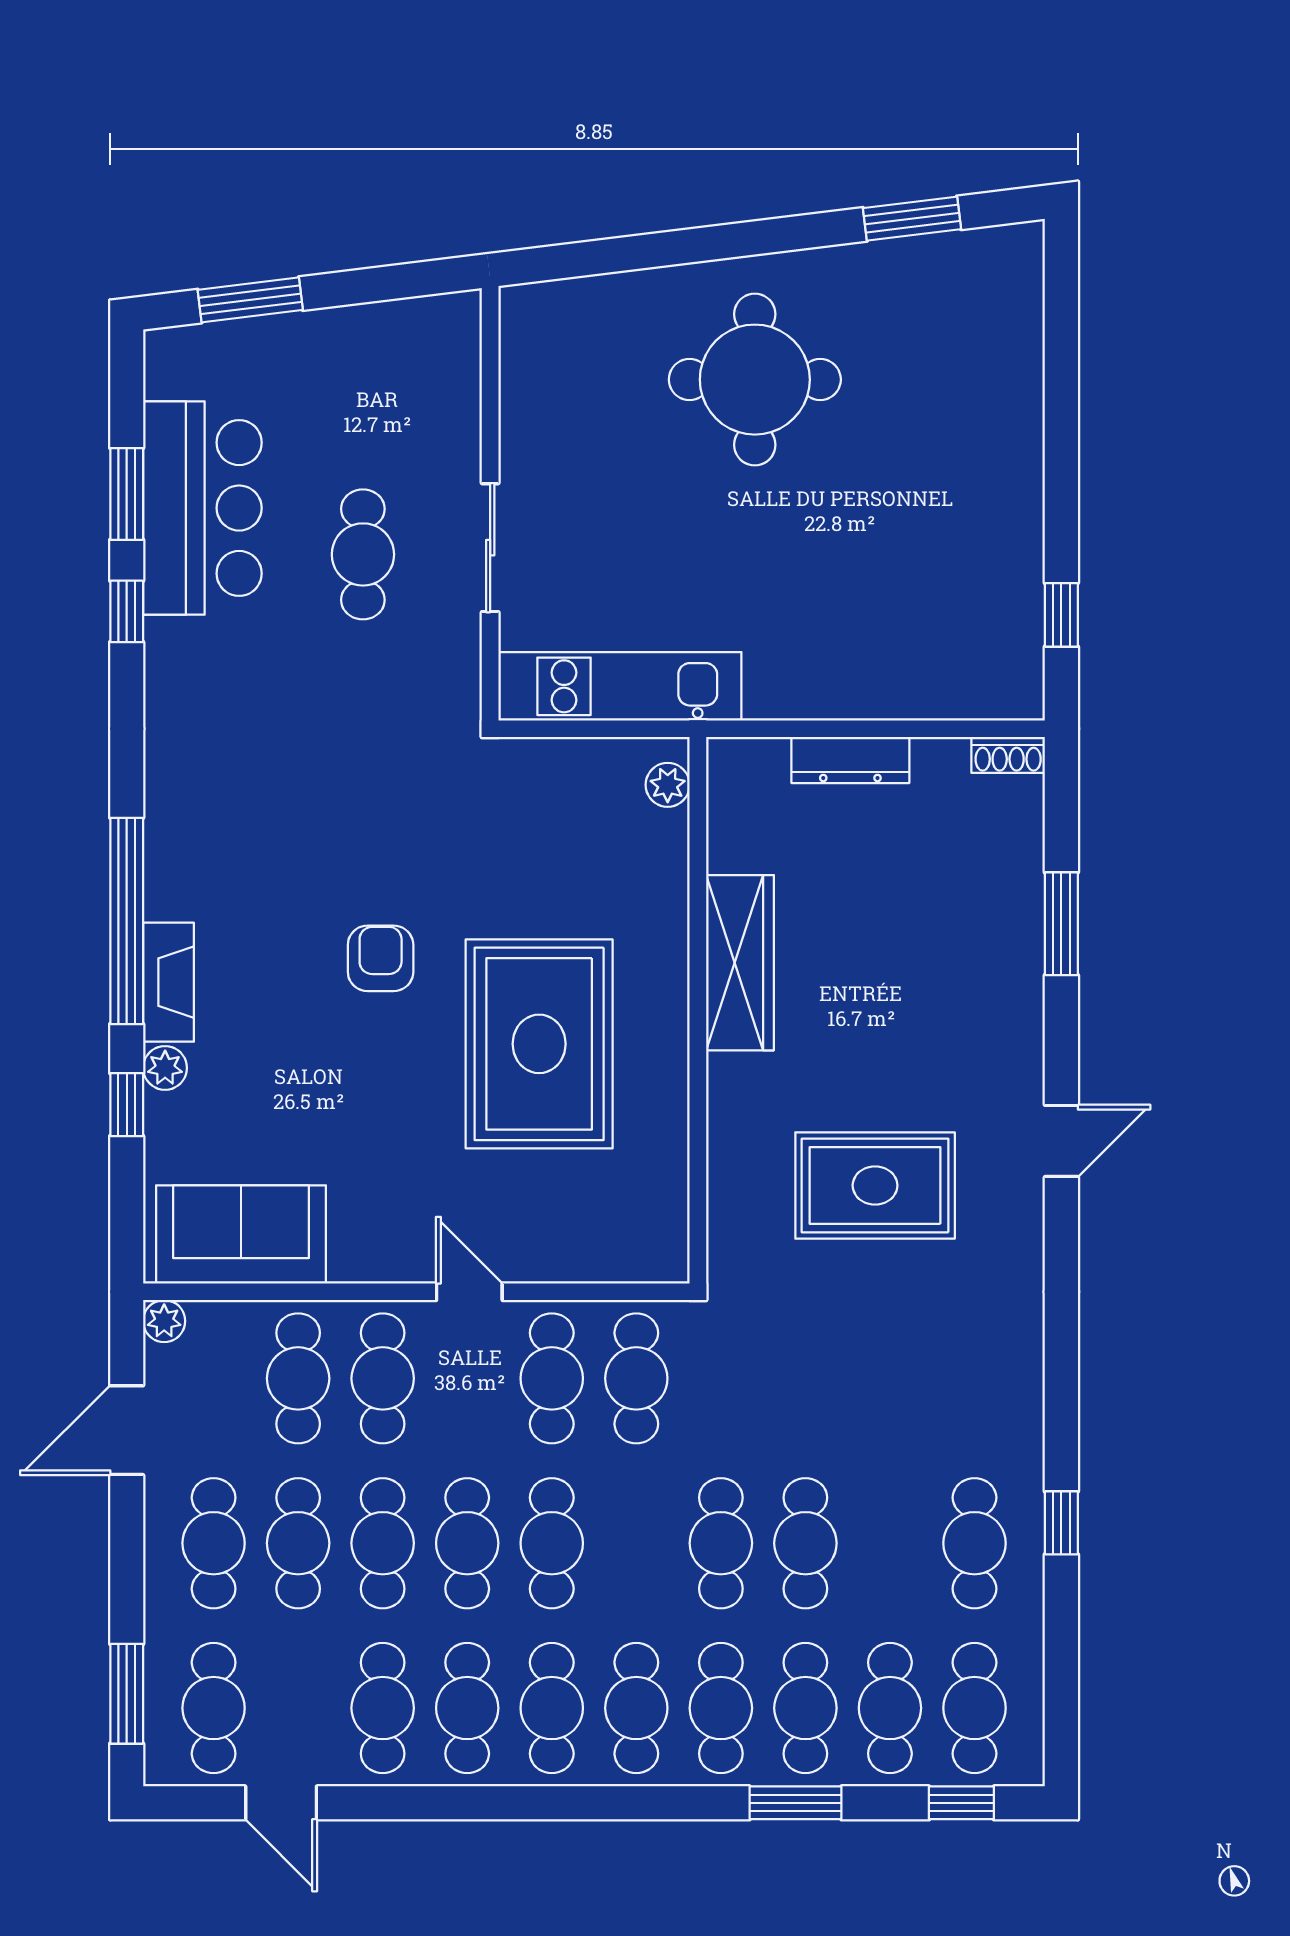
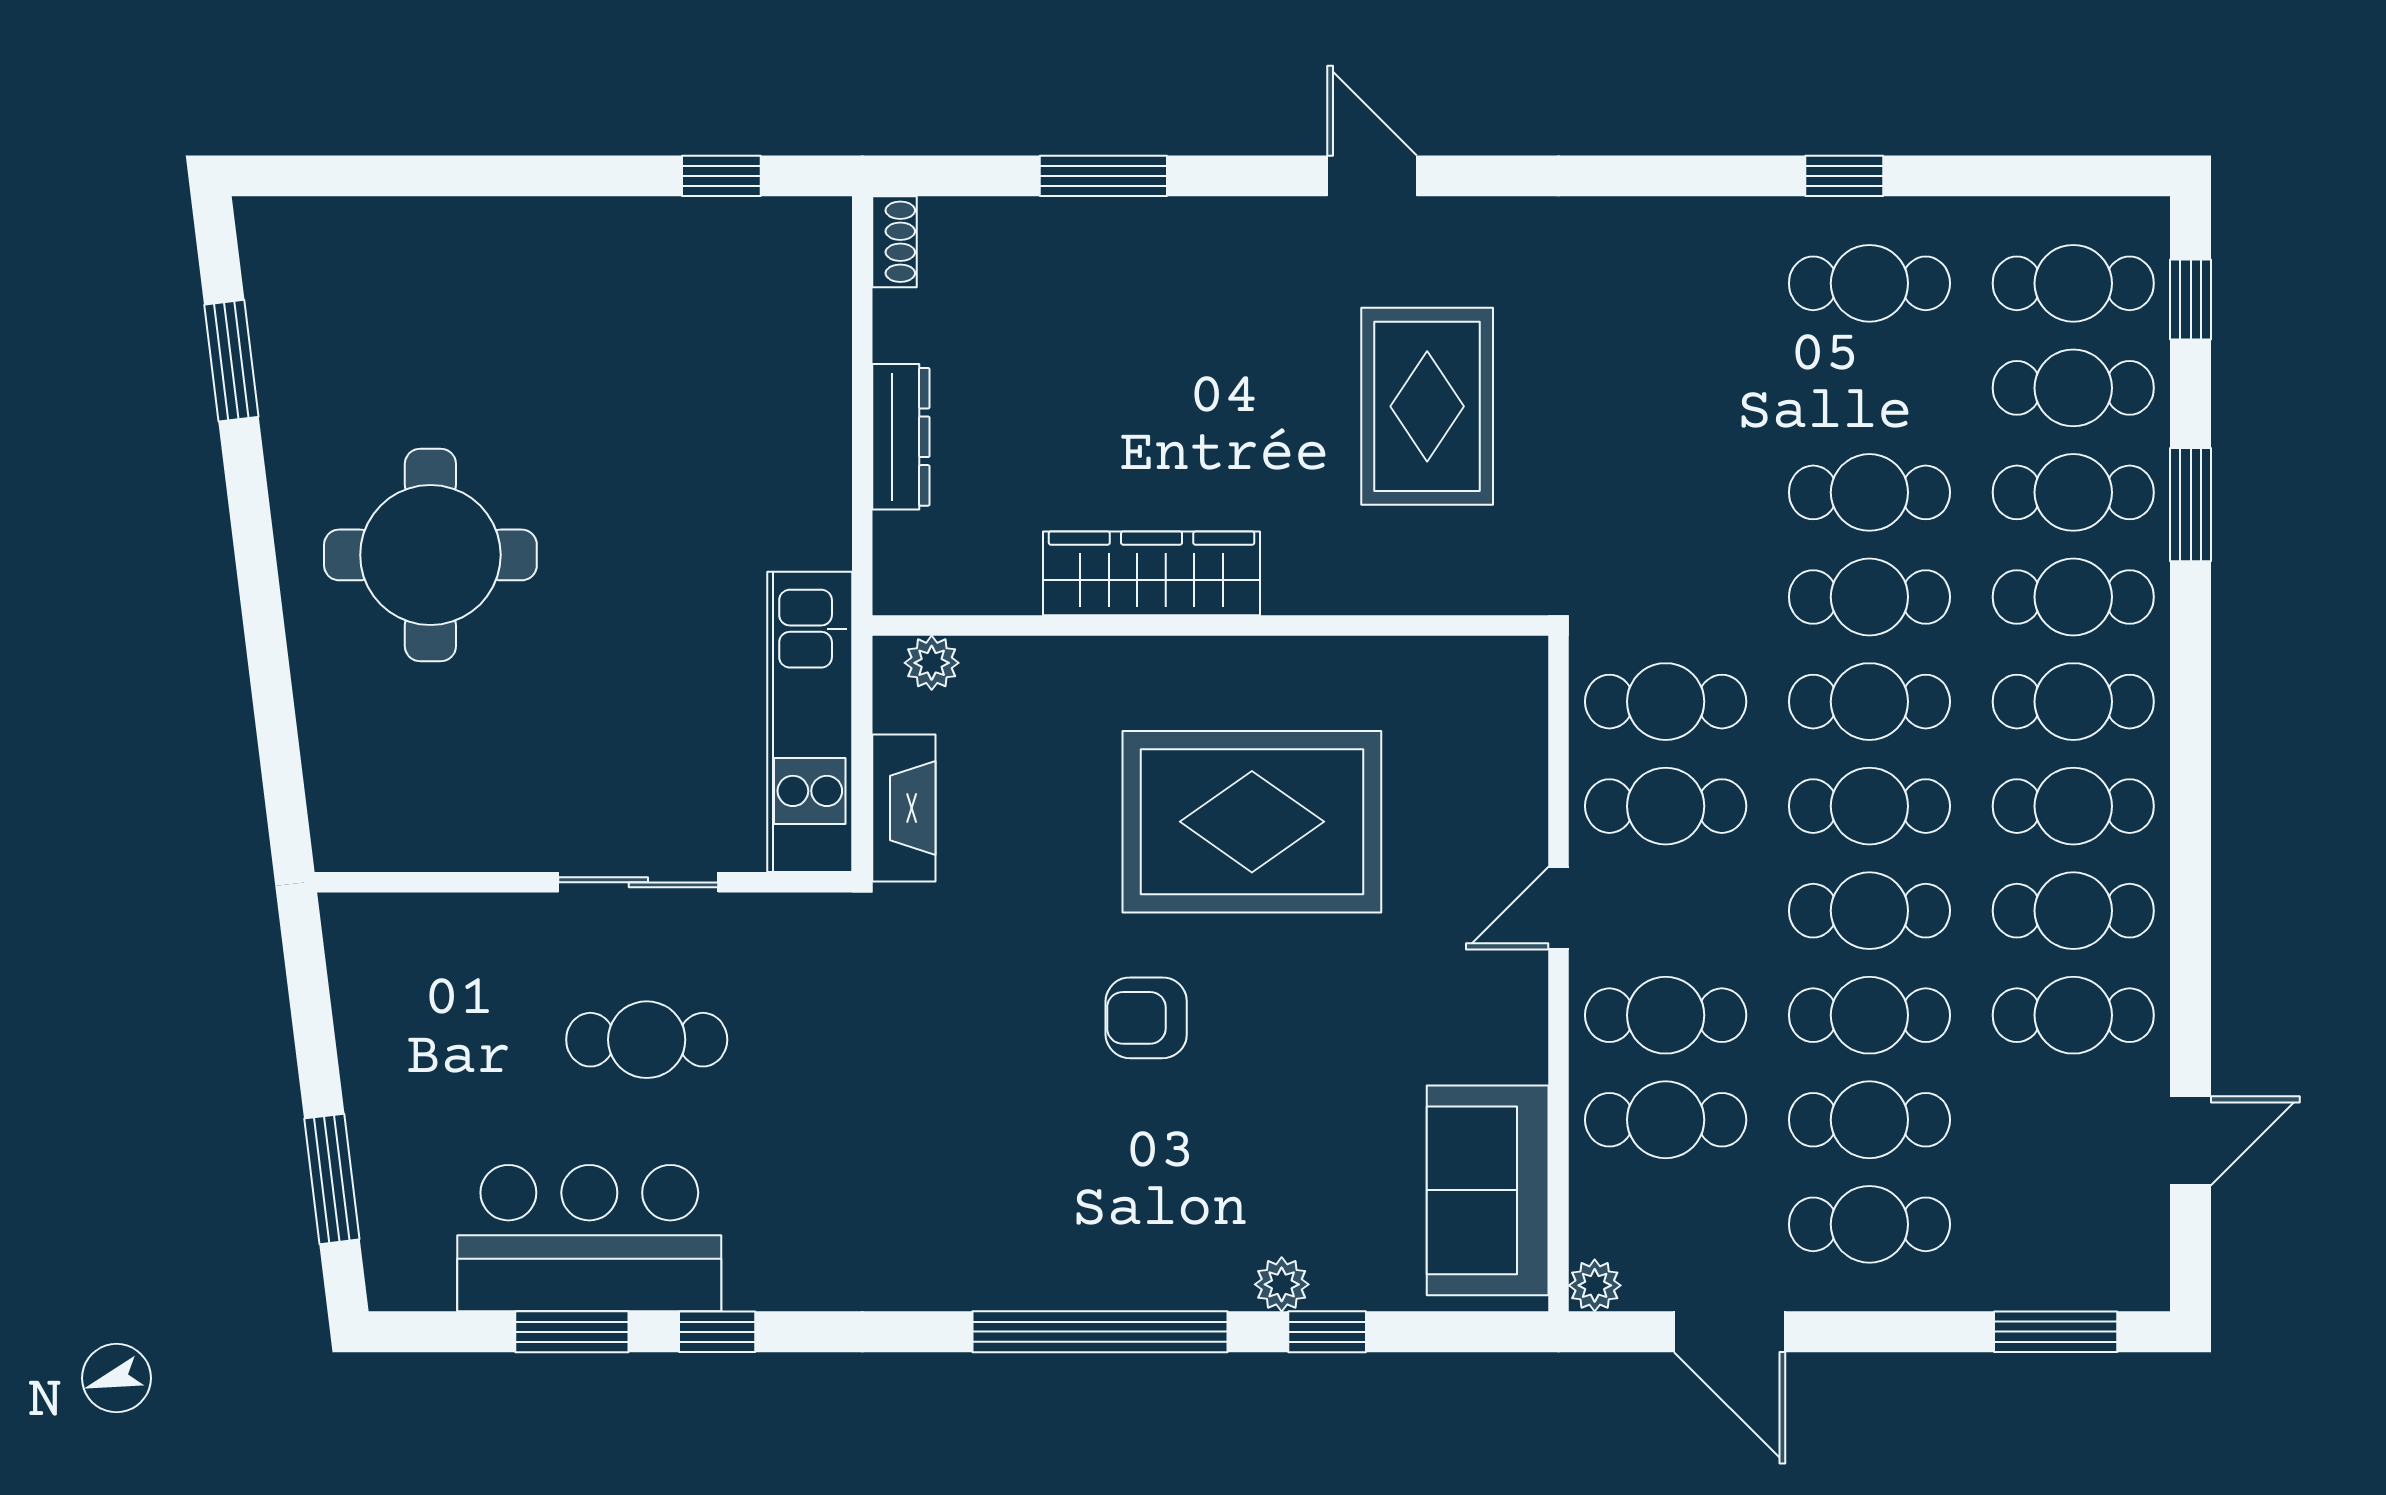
fireplace: (168, 982) -> (904, 808), moved, turned 90
cafe table: (214, 1708) -> (1869, 702), moved

